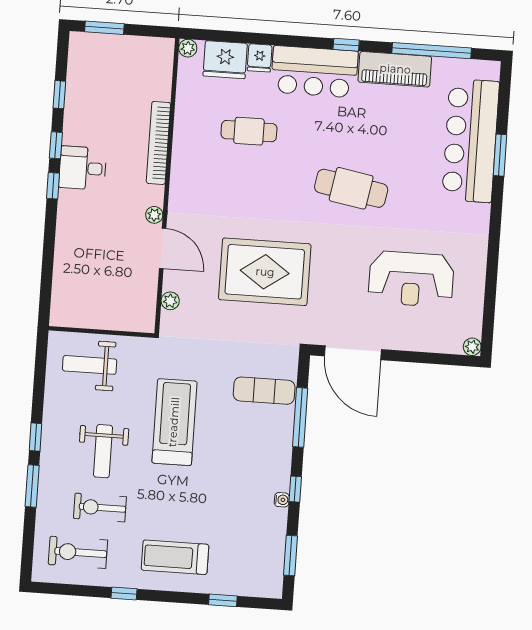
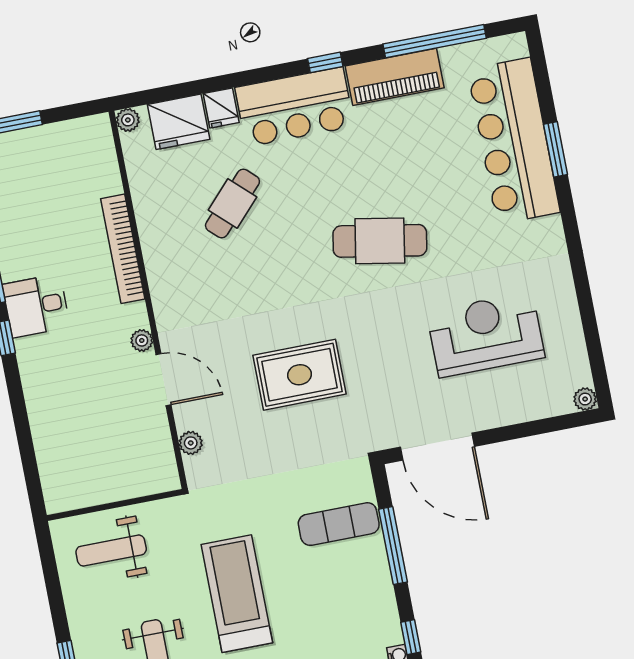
cafe table: (249, 131) -> (232, 203), turned -47
rug: (265, 272) -> (300, 375), width x0.73, depth x0.69
reception desk: (411, 279) -> (486, 335), turned 180

